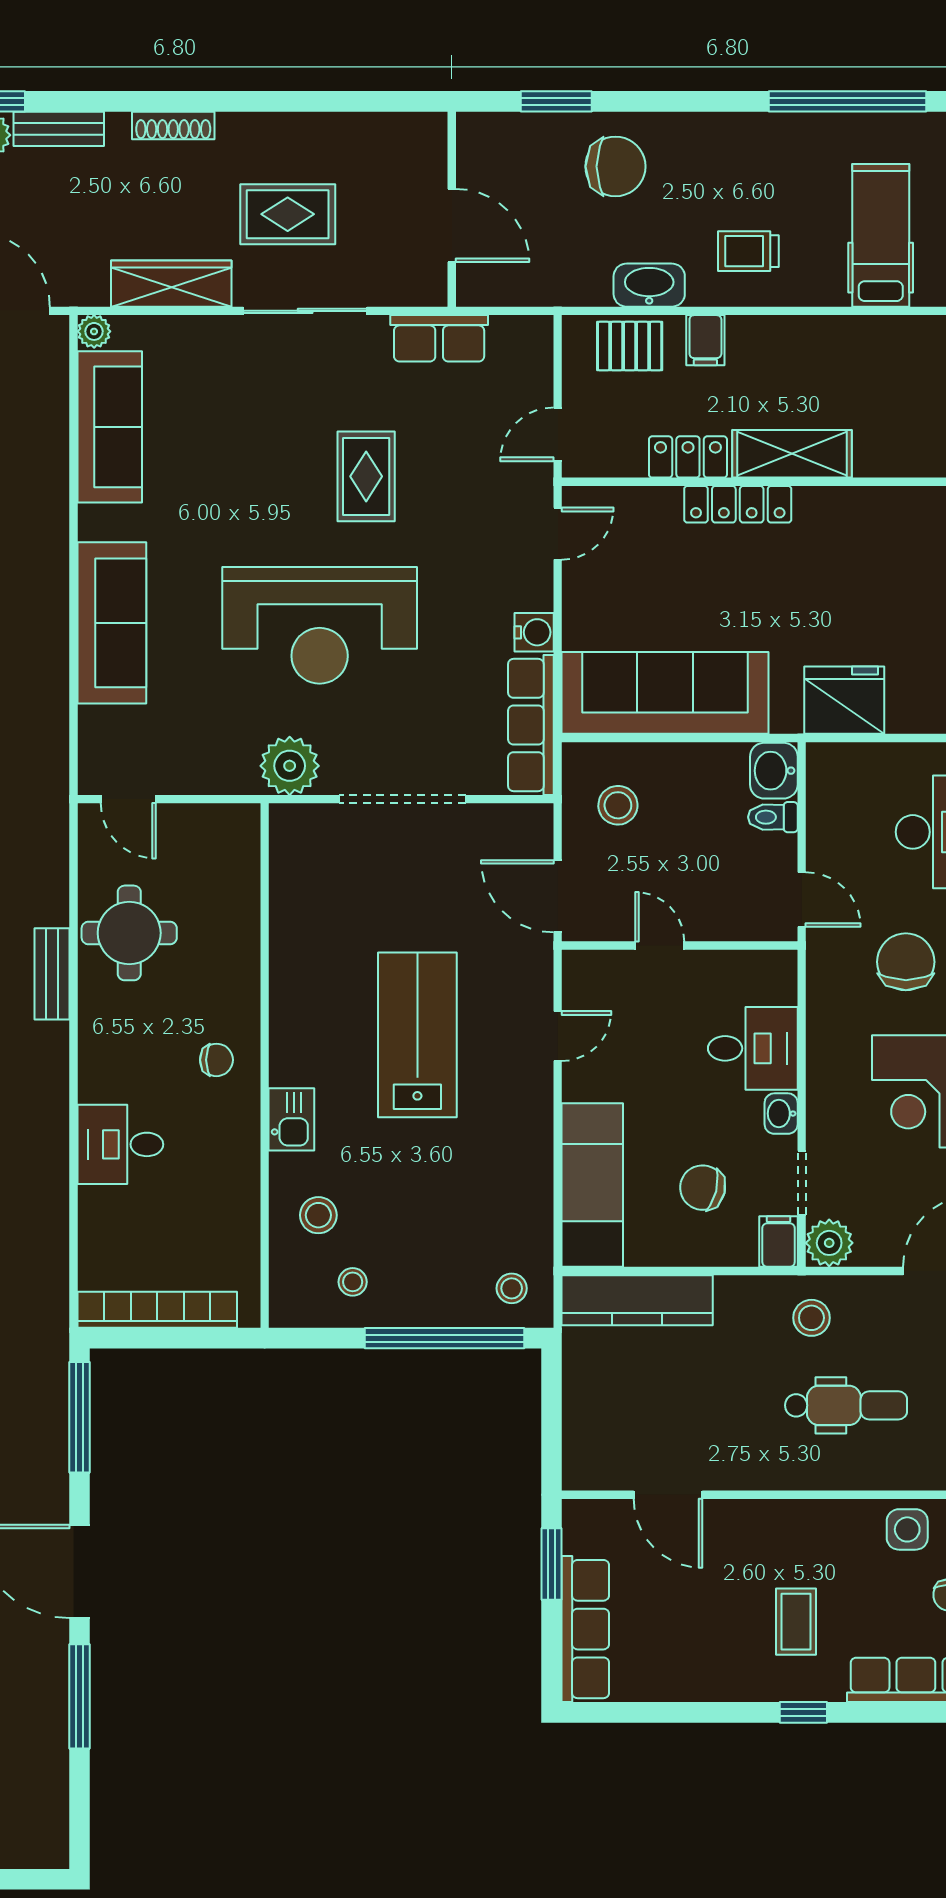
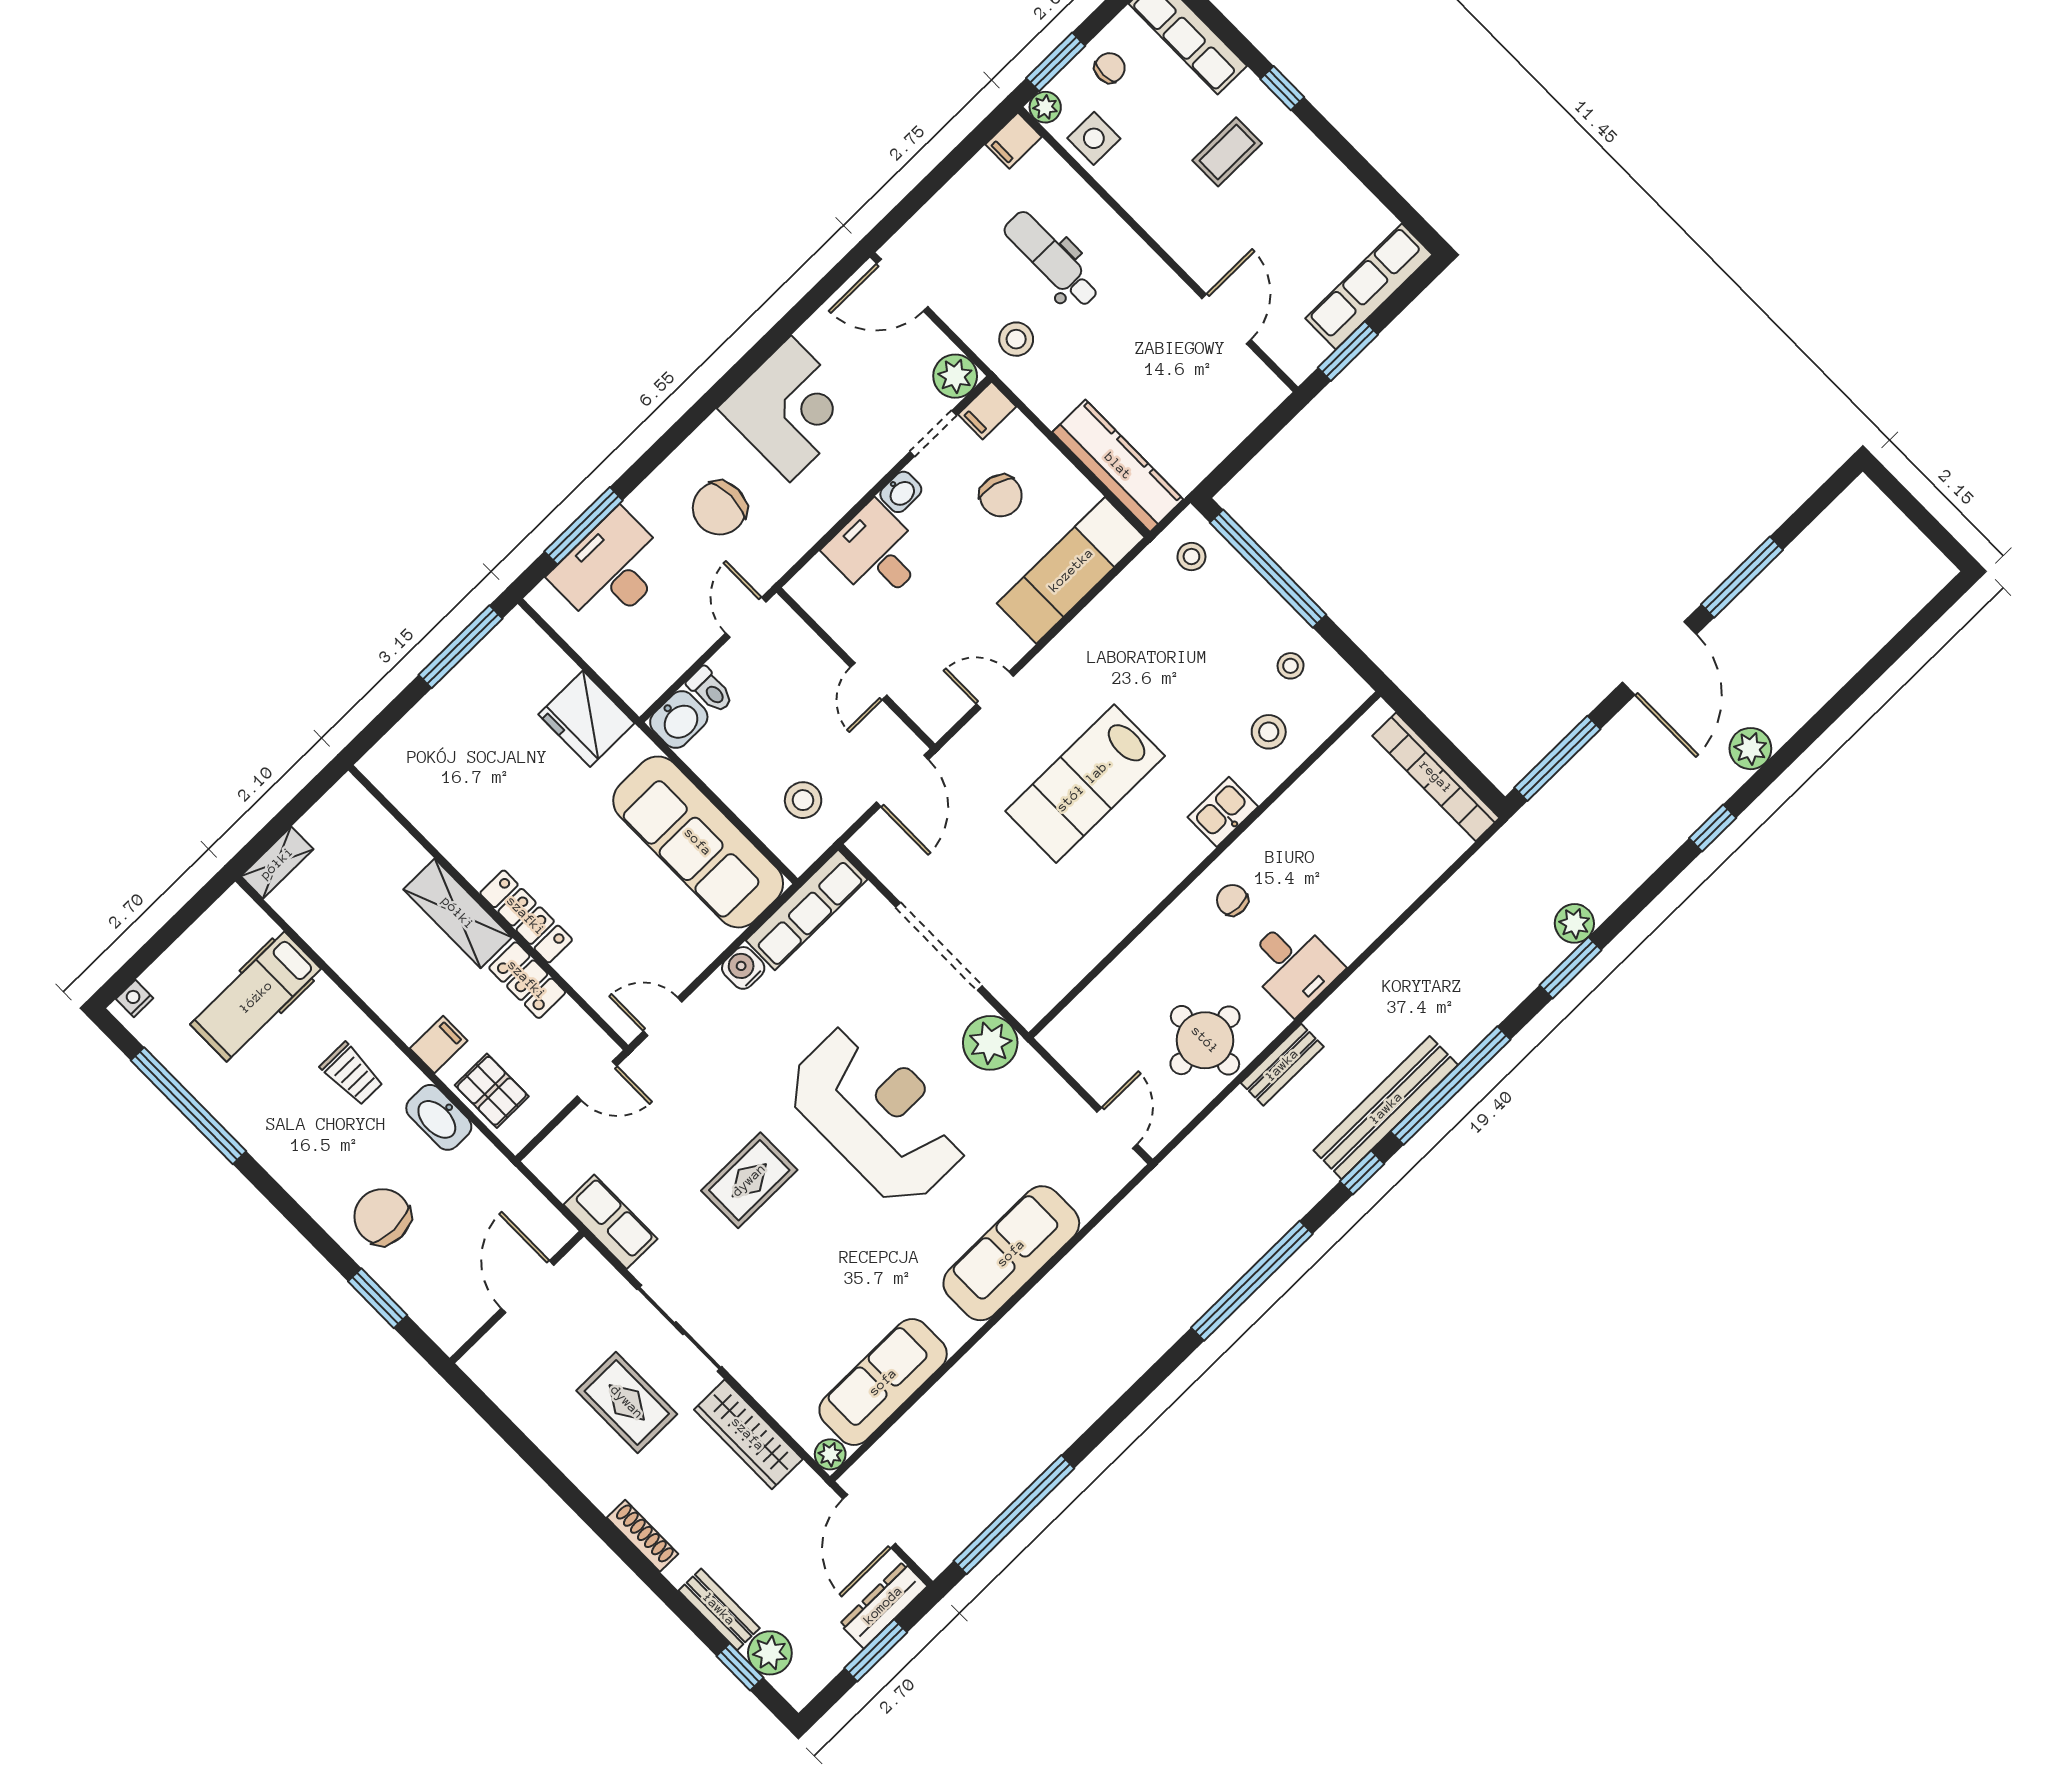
desk: (120, 1144) -> (1293, 965), moved

